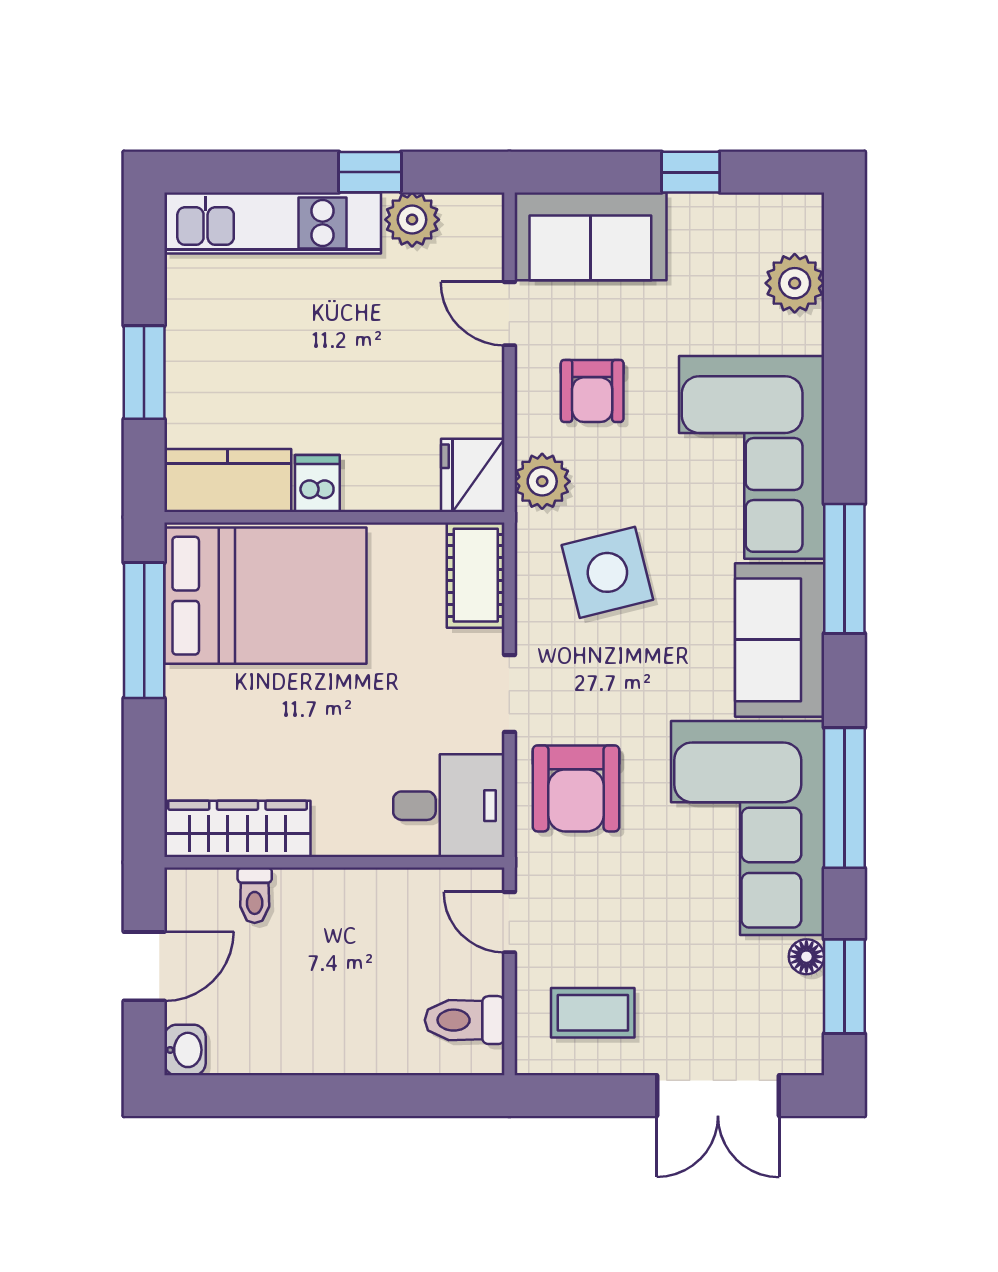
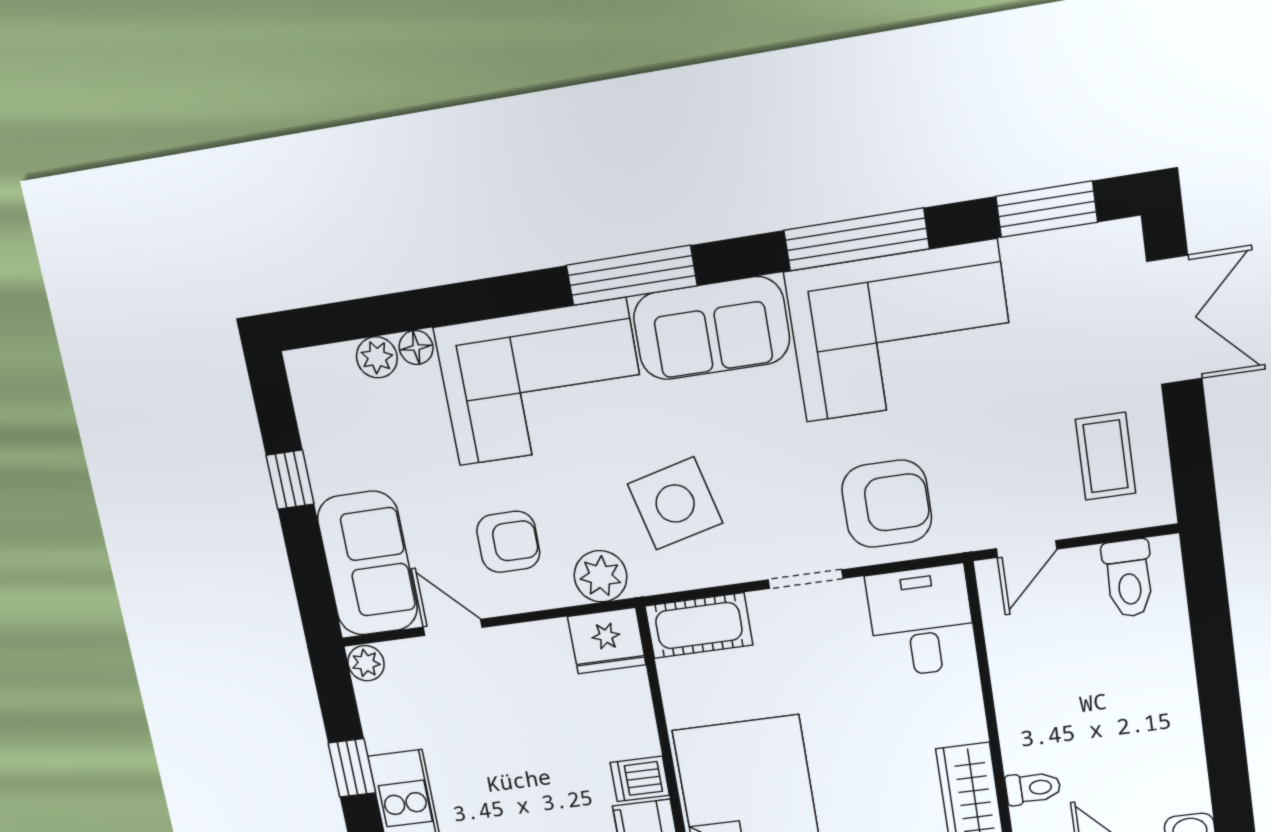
plant: (412, 220) -> (366, 663), moved, width x0.73, depth x0.73
plant: (795, 283) -> (377, 357), width x0.73, depth x0.73
door: (509, 314) -> (453, 627), swing flipped
floor lamp: (806, 957) -> (416, 347), moved

